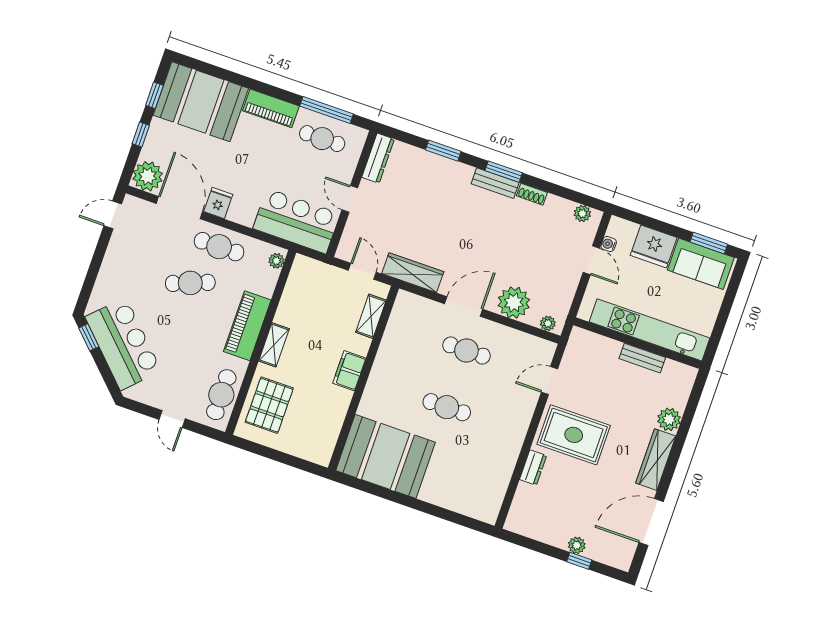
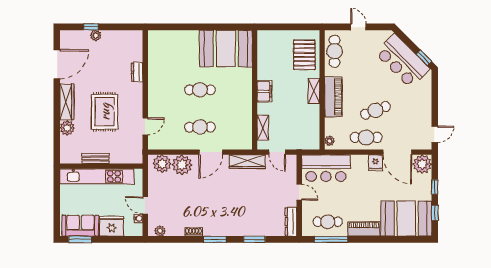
bench: (495, 183) -> (217, 231), removed
plant: (548, 323) -> (162, 164), width x1.87, depth x1.87
rug: (574, 435) -> (105, 112), moved, turned 90

